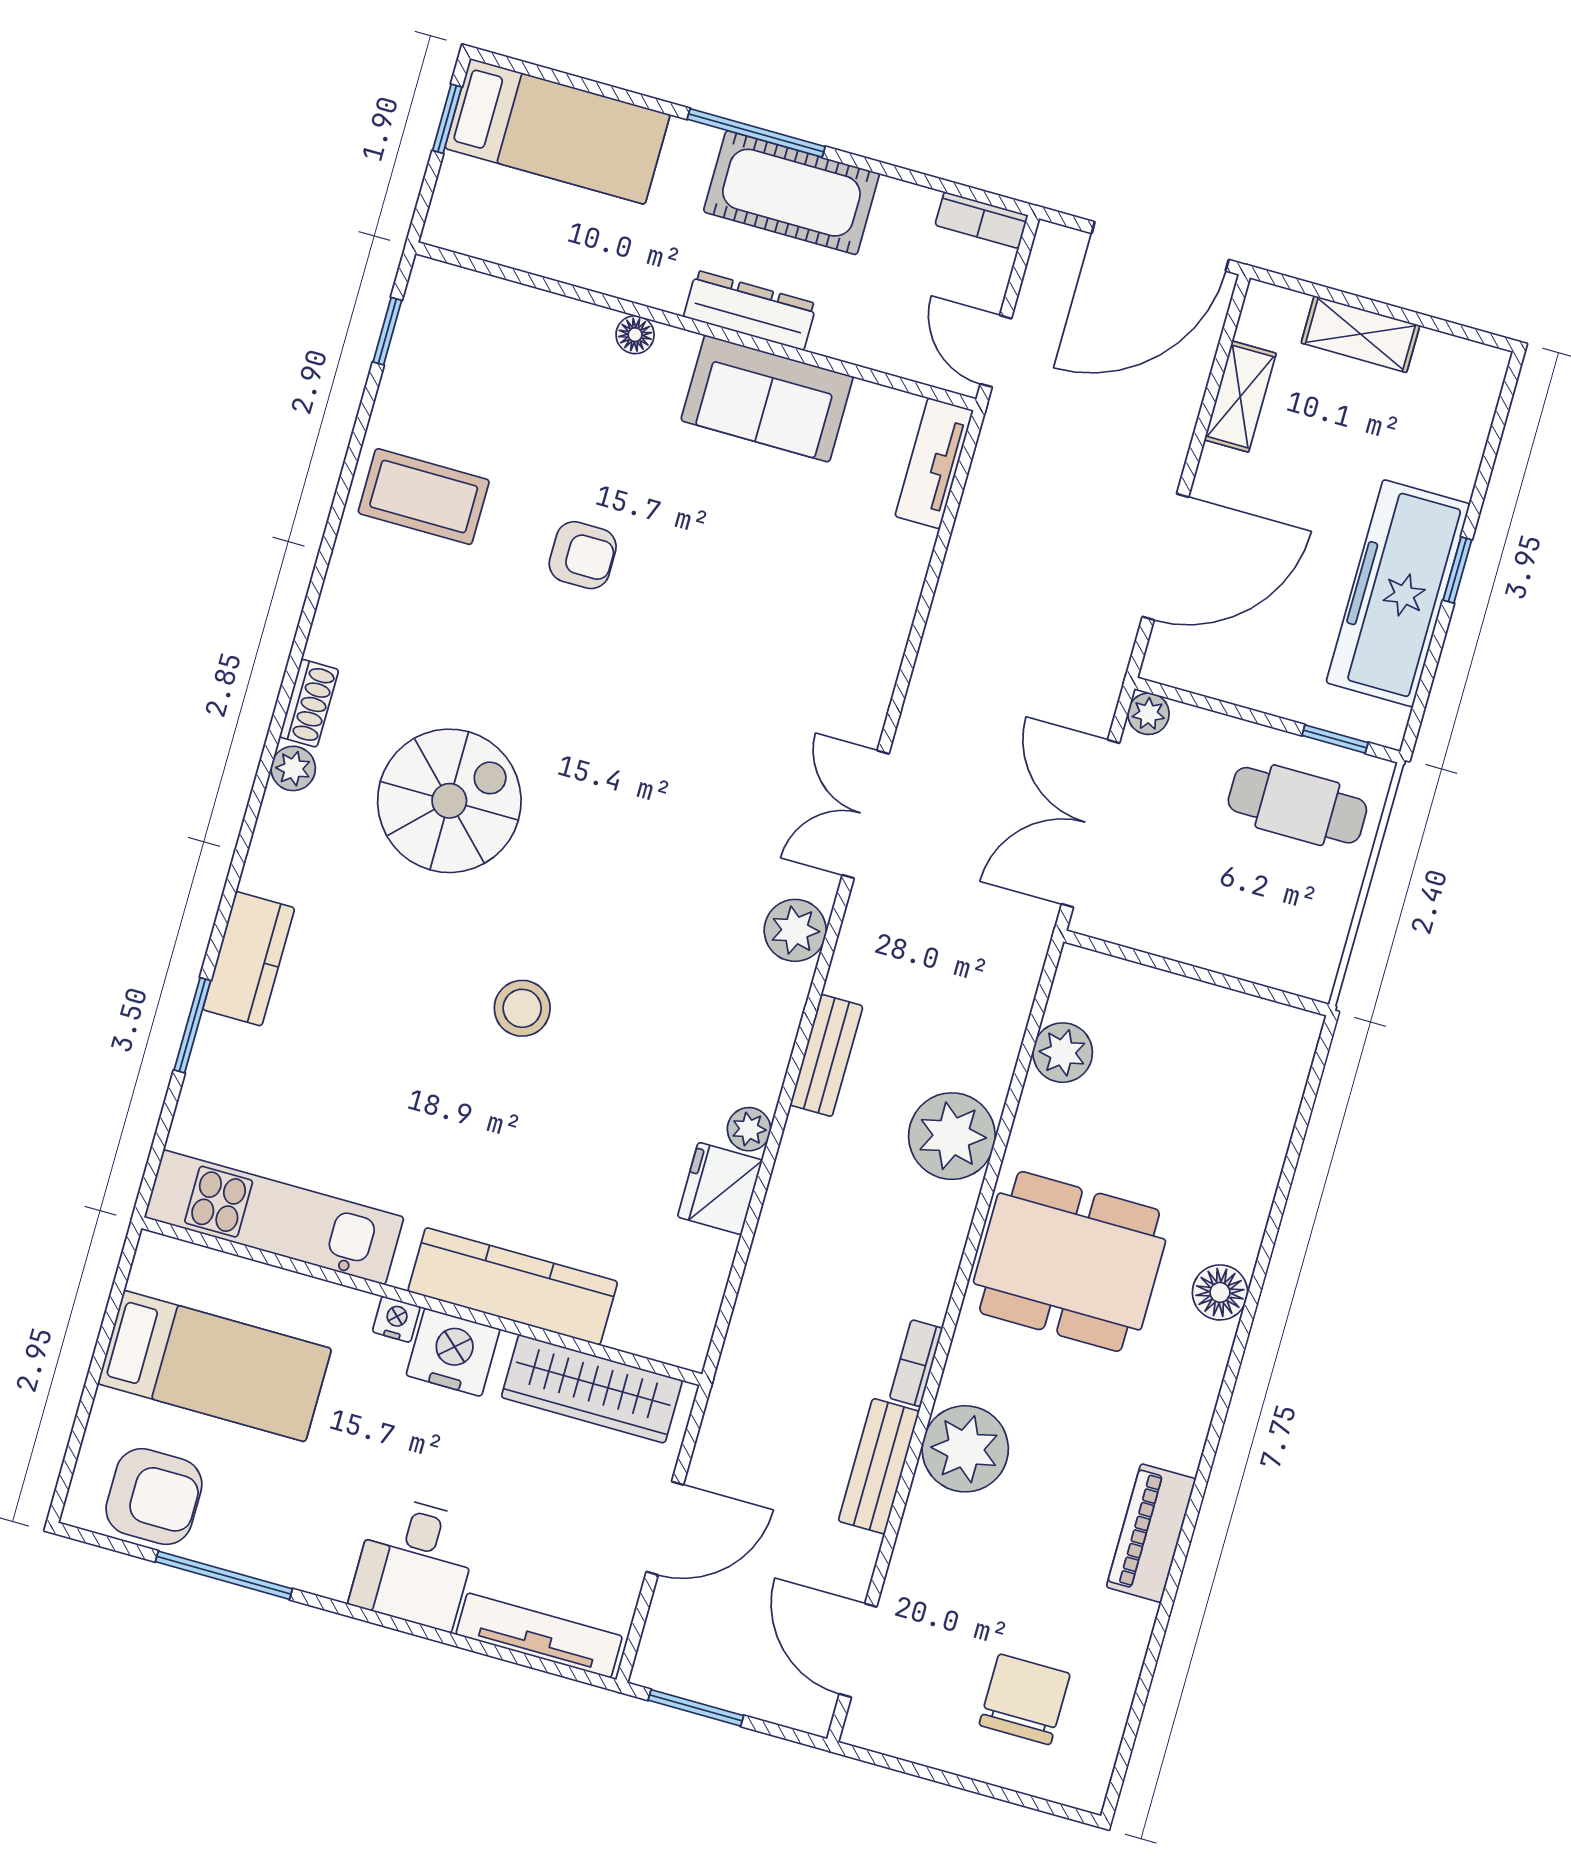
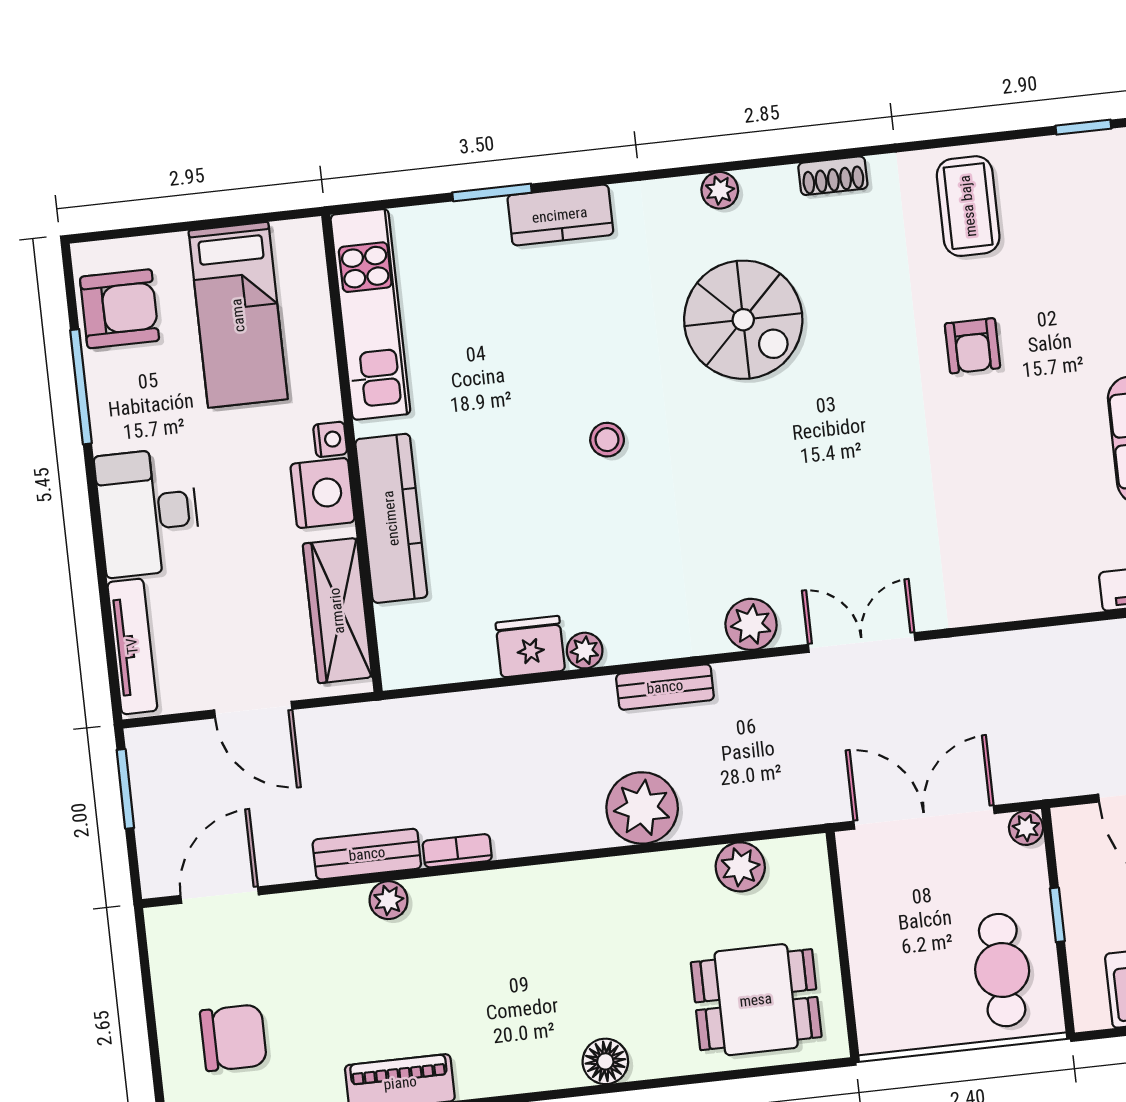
shoe rack: (309, 703) -> (833, 176), moved
window: (1335, 739) -> (1057, 915), moved
stool: (522, 1008) -> (607, 440), width x0.73, depth x0.73
dining table: (1070, 1261) -> (756, 1000), moved, width x0.73
plant: (965, 1449) -> (389, 900), width x0.53, depth x0.53
armchair: (154, 1497) -> (120, 309), turned -90
desk: (415, 1563) -> (148, 512), width x1.37

